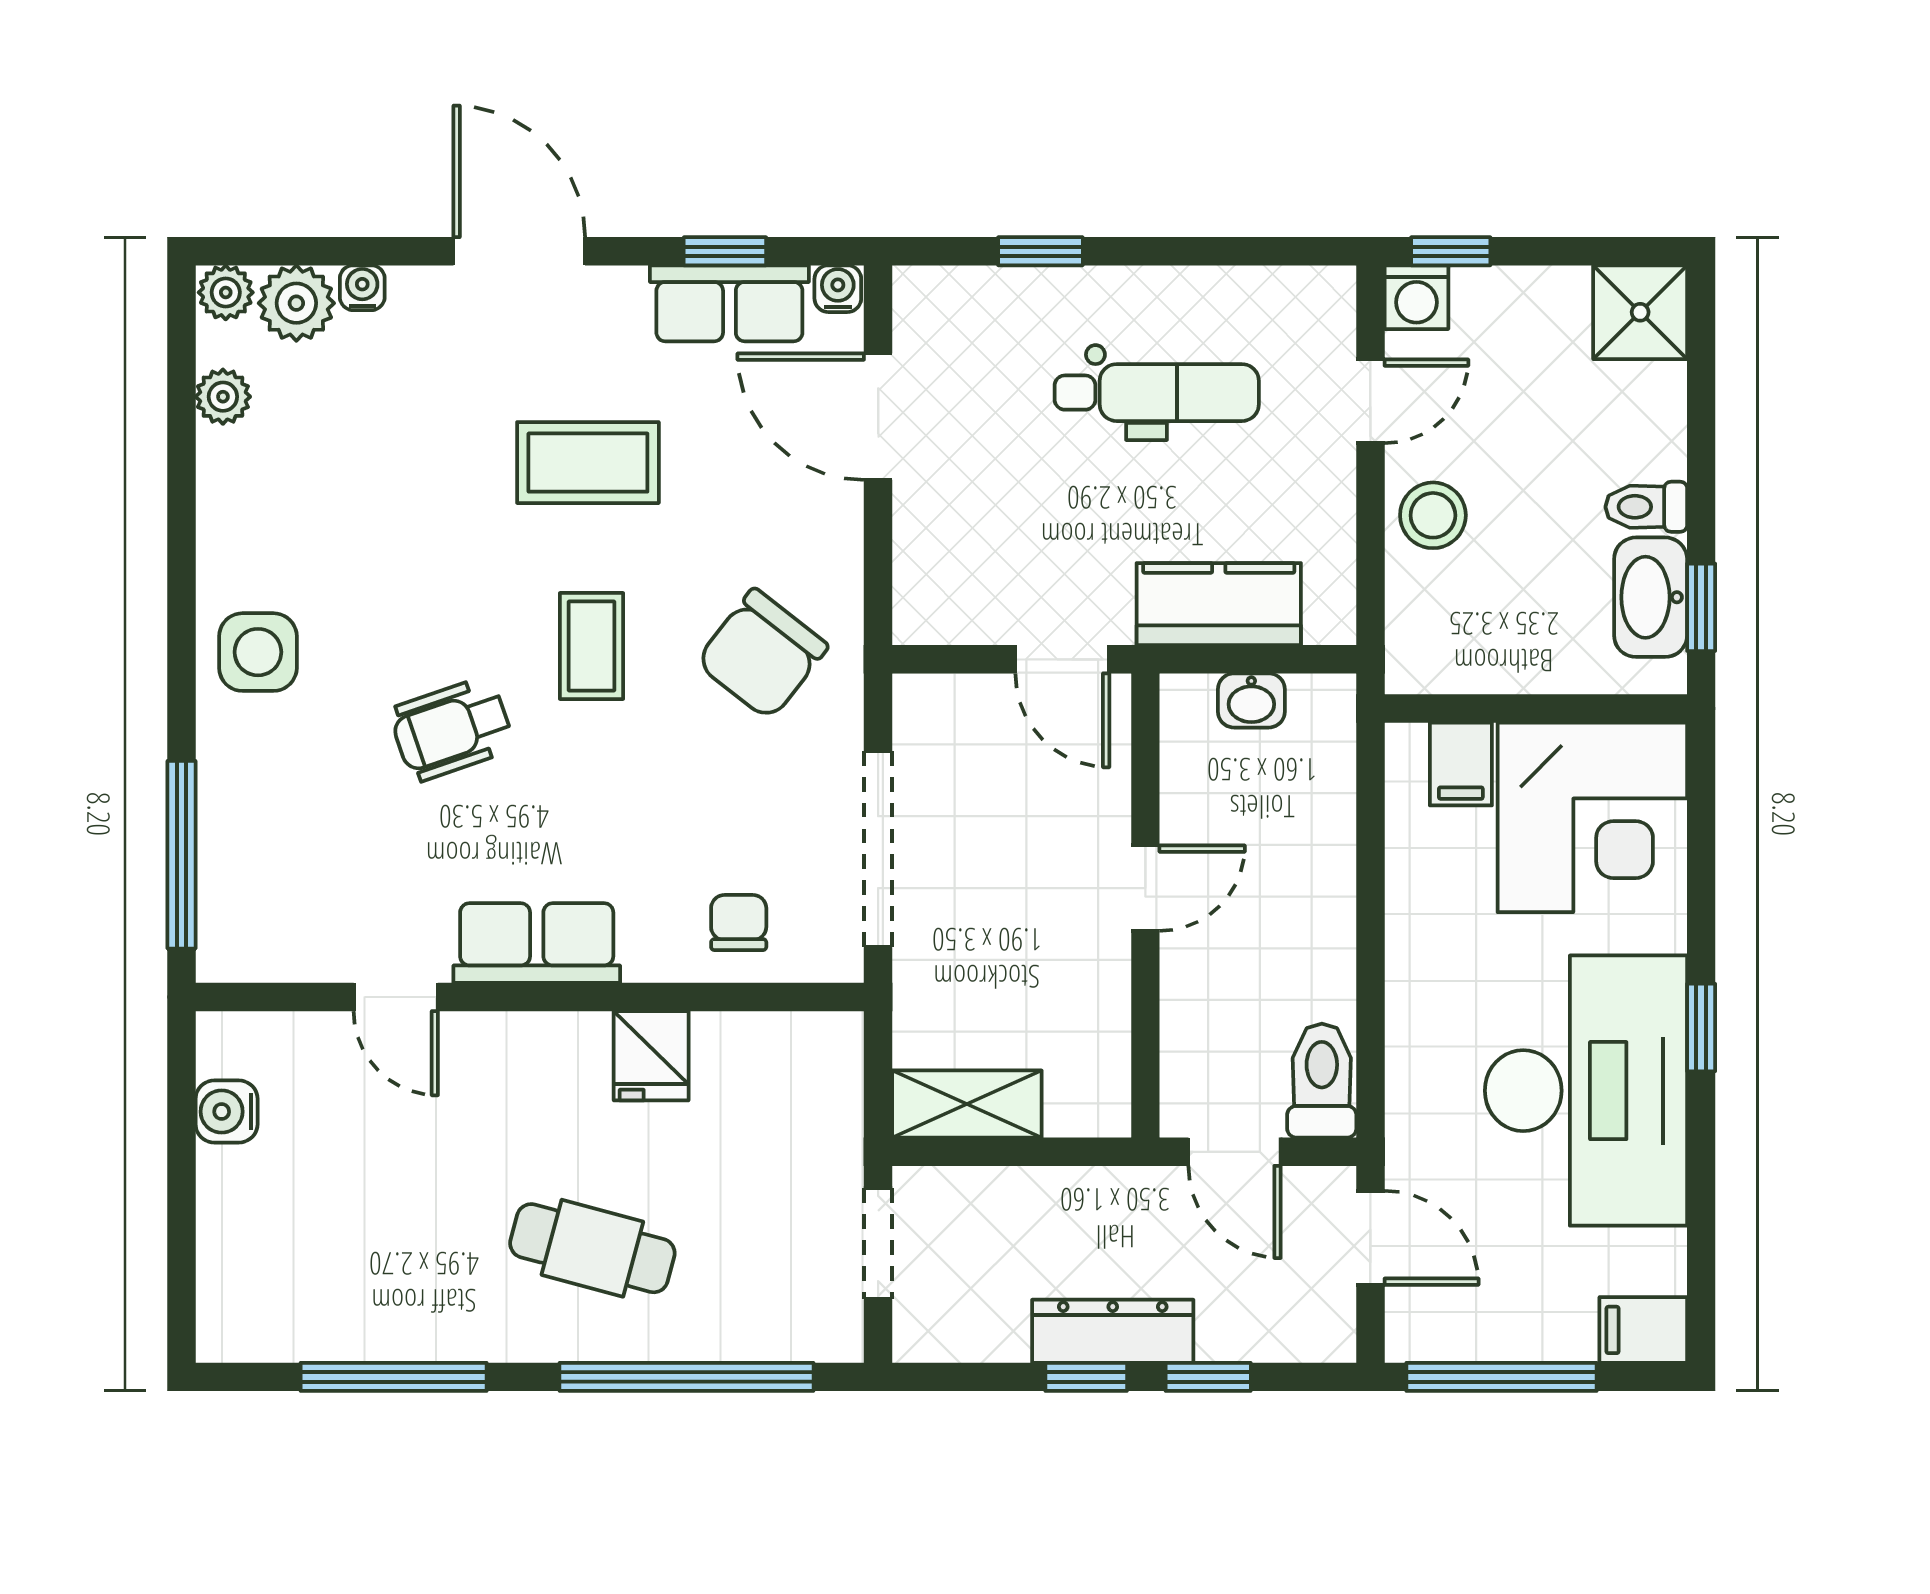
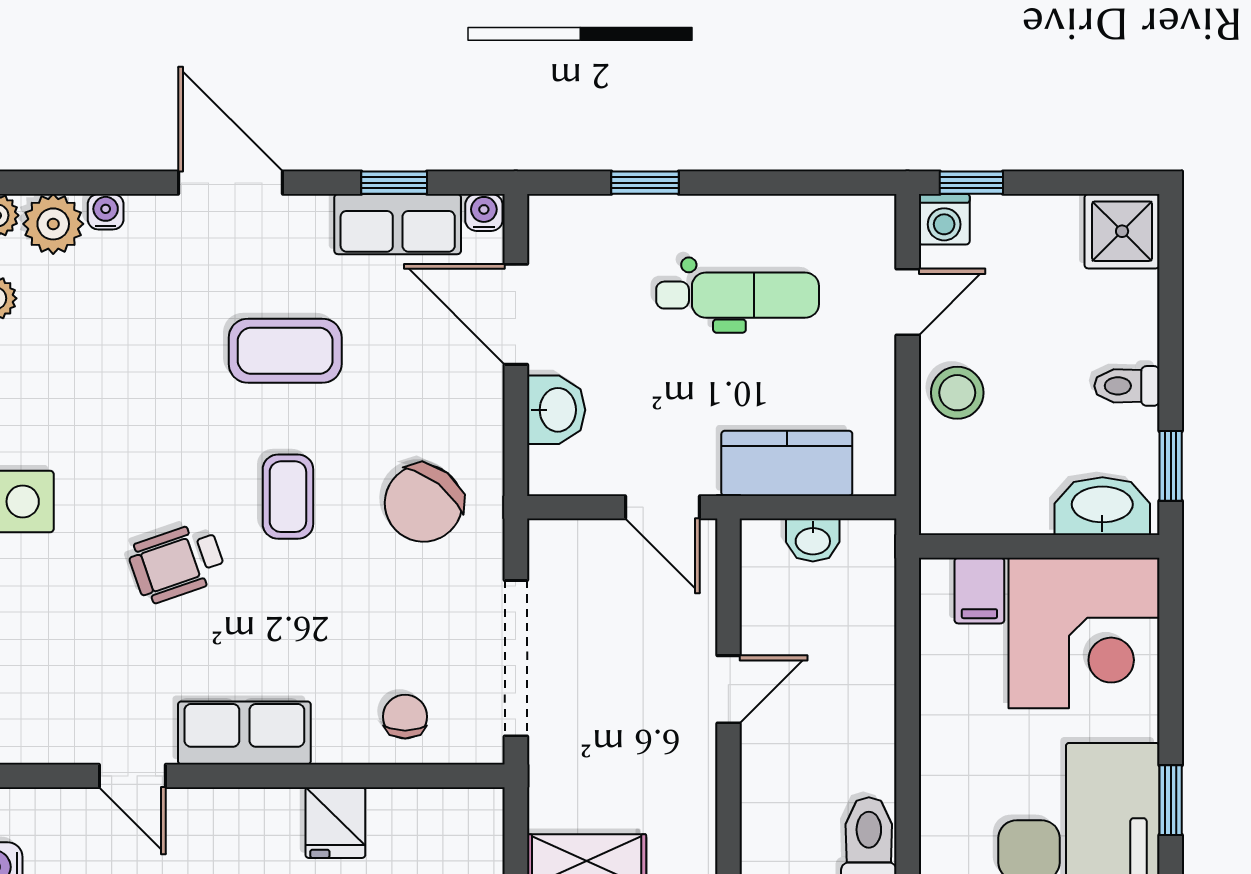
washbasin: (929, 537) -> (556, 410), added
washbasin: (1651, 597) -> (1102, 506), moved, turned 90

